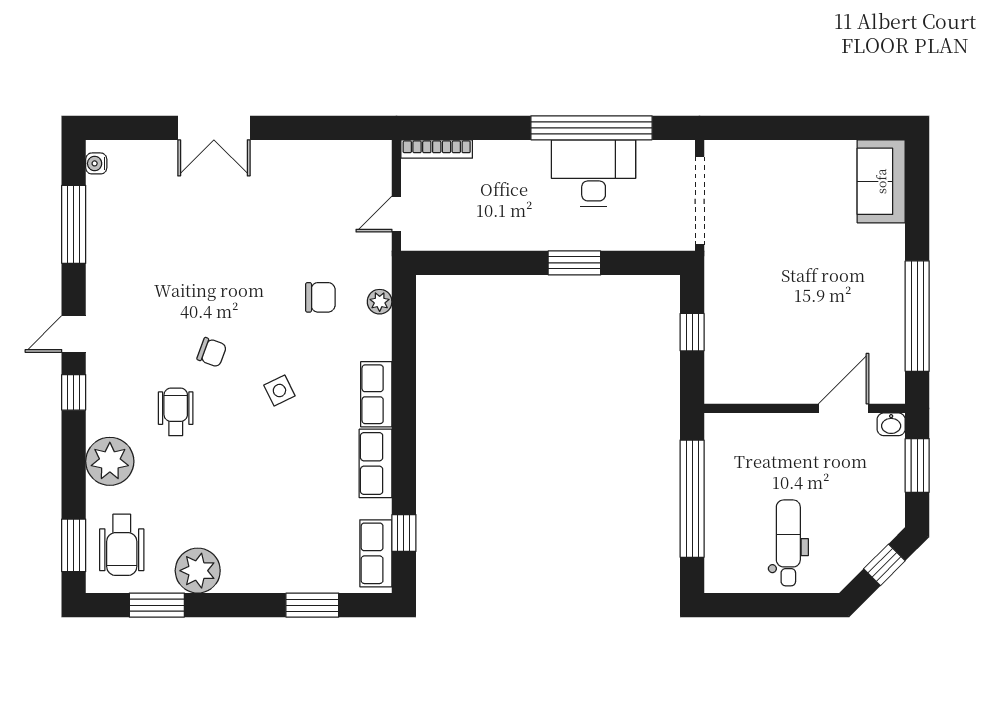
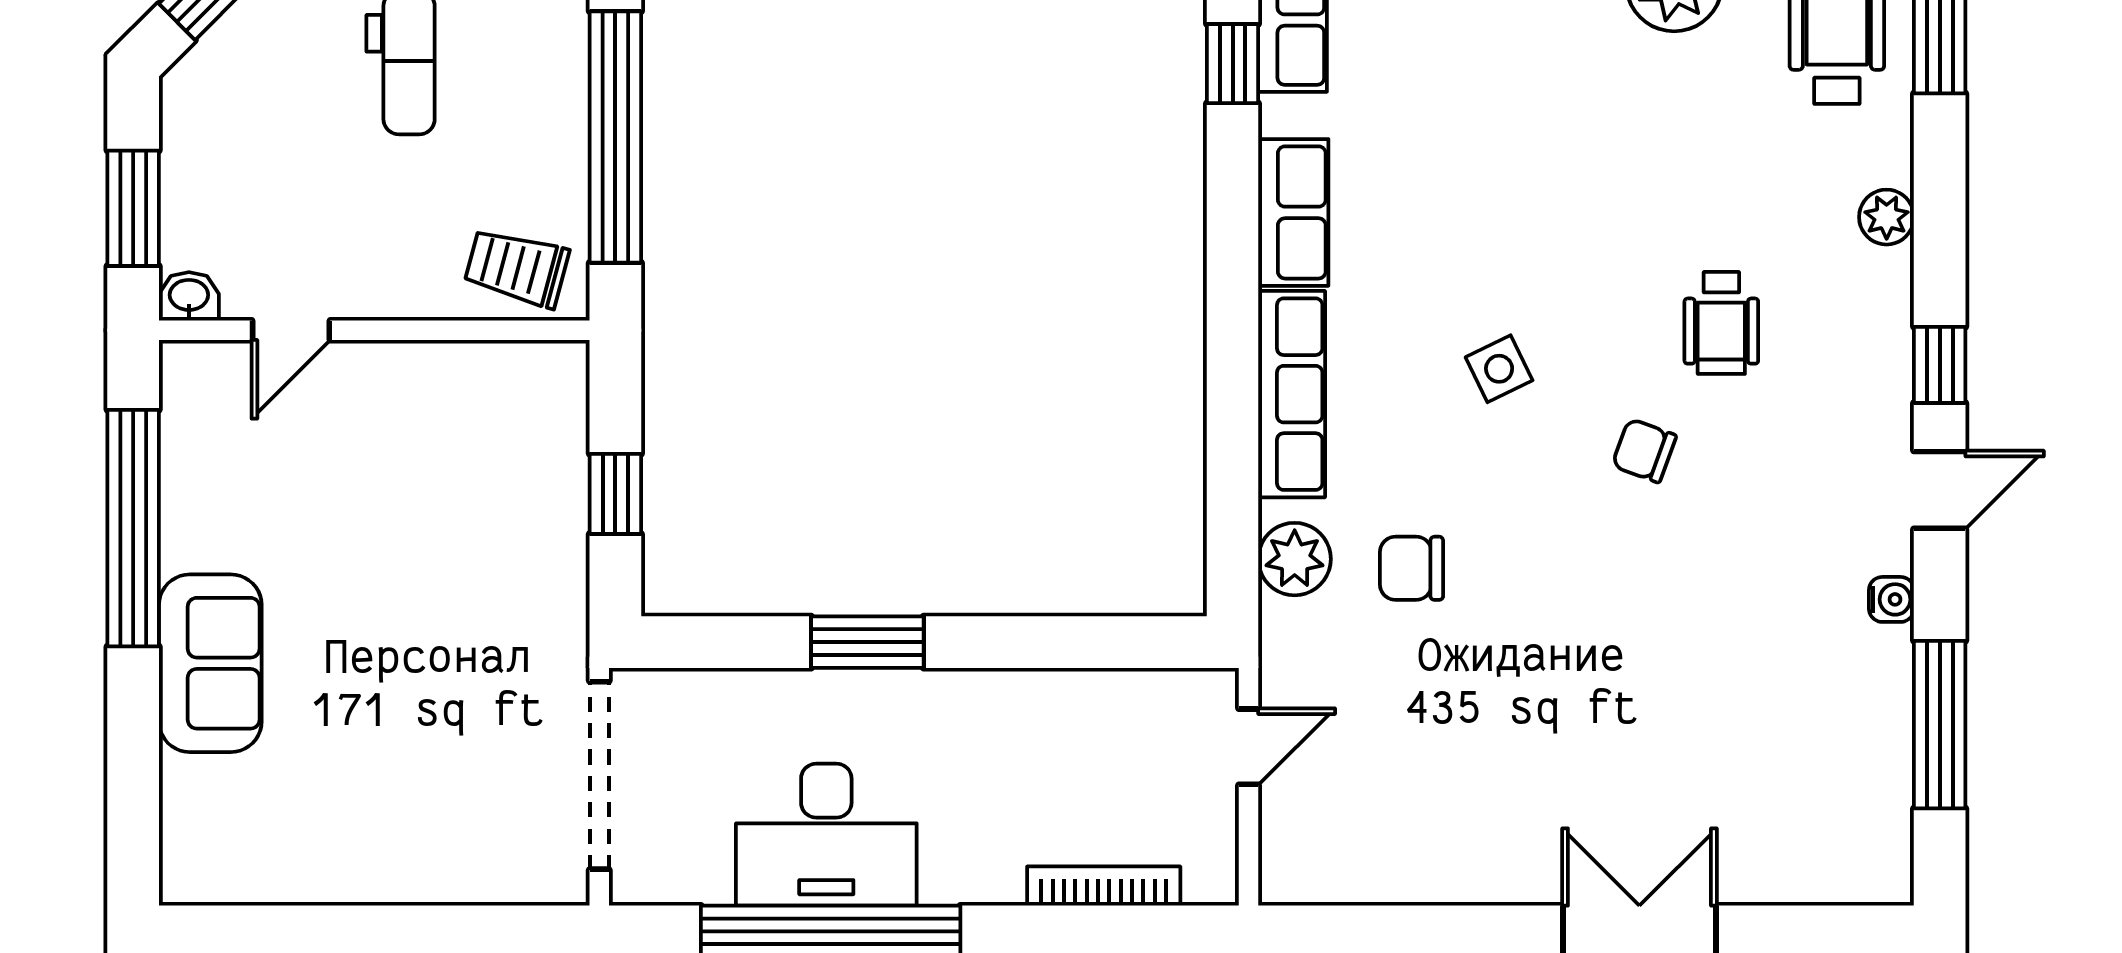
bookcase: (437, 149) -> (1104, 886), moved
water cooler: (96, 163) -> (1891, 599), moved
sofa: (881, 181) -> (210, 663), moved
plant: (380, 302) -> (1295, 559), width x1.38, depth x1.38
row of seats: (376, 394) -> (1292, 394), width x1.48
door: (844, 408) -> (291, 330), width x0.73
trolley: (738, 438) -> (517, 268), added
plant: (110, 461) -> (1887, 217), width x0.53, depth x0.53

